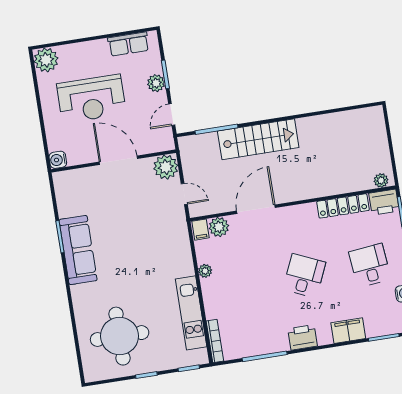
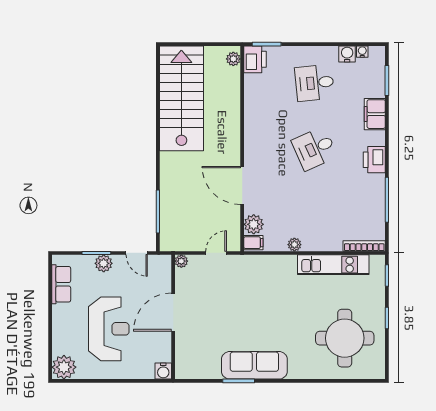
stairs: (258, 139) -> (181, 98), moved, width x1.36, depth x1.51
plant: (166, 167) -> (181, 261), width x0.53, depth x0.53
locker: (343, 206) -> (252, 100), removed
desk: (304, 276) -> (315, 149), turned -48

